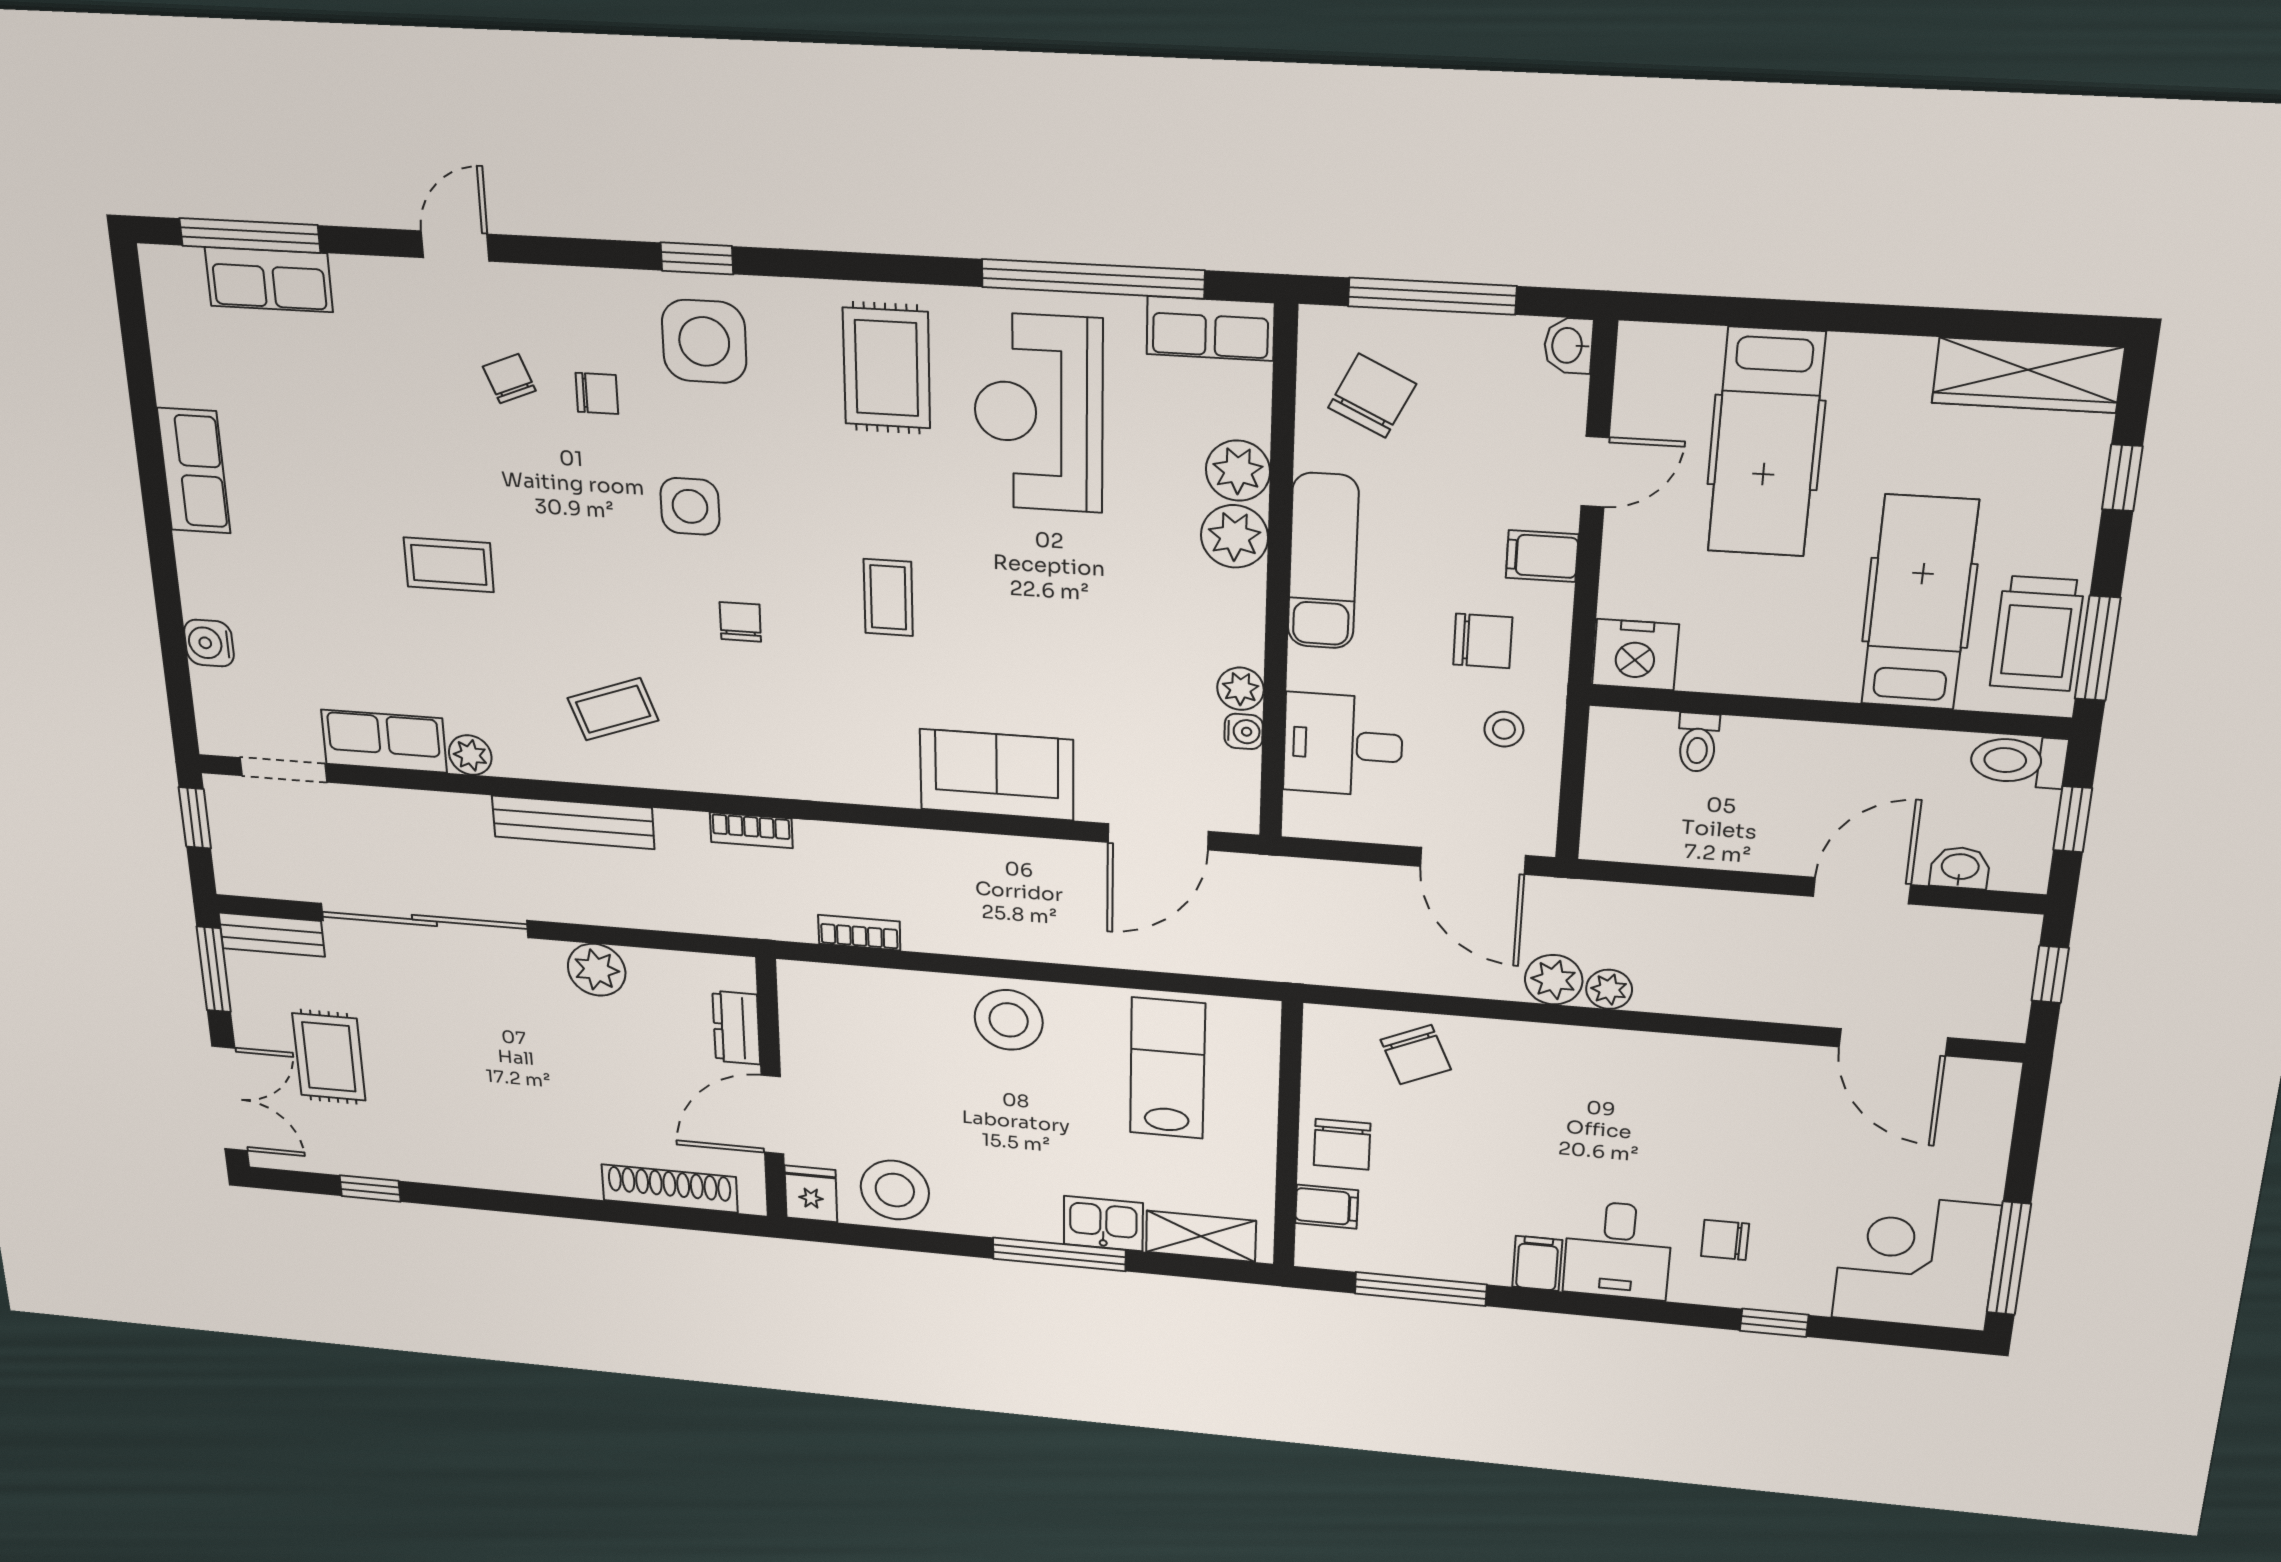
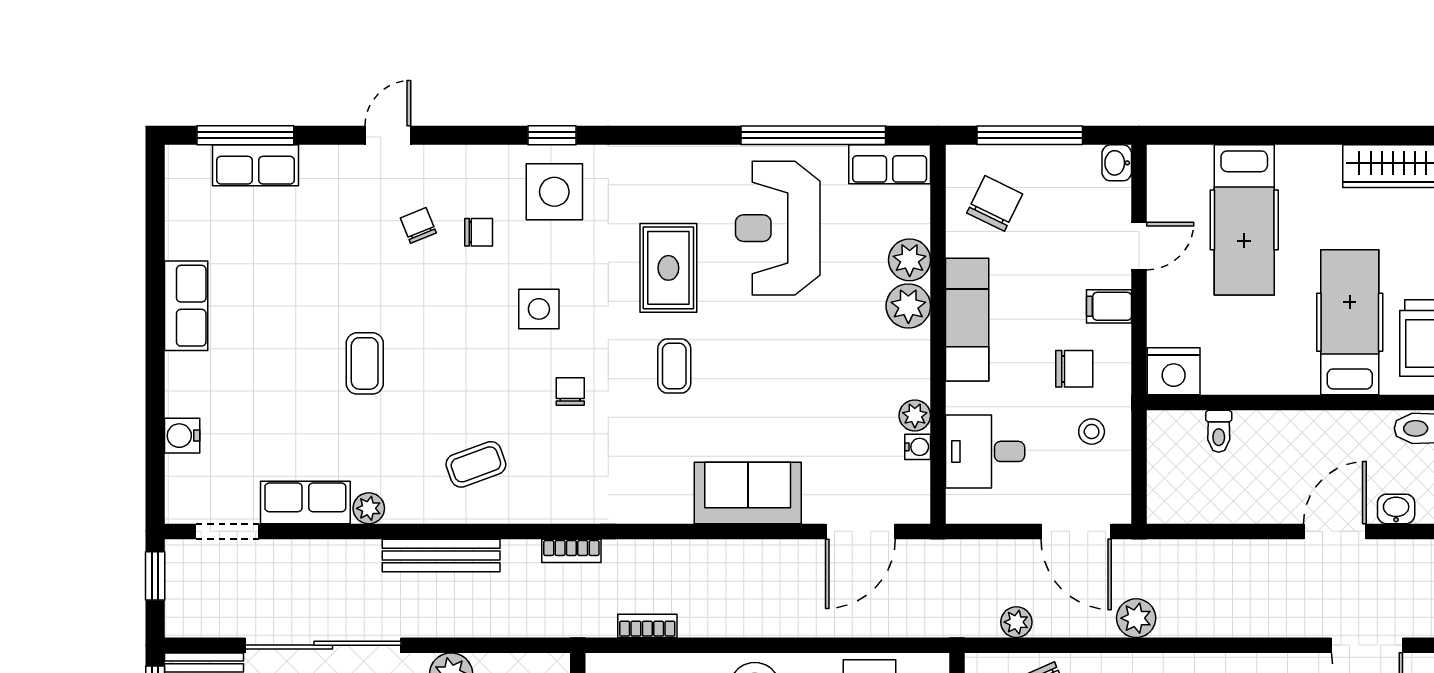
rug: (887, 368) -> (668, 268), moved
coffee table: (449, 565) -> (365, 363), turned 90
plant: (1609, 989) -> (1016, 622), moved

